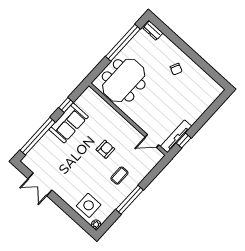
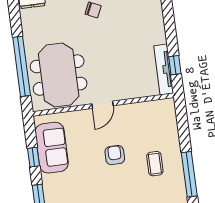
window: (123, 43) -> (22, 66), moved
sofa: (69, 123) -> (52, 148), moved
door: (152, 141) -> (102, 105), moved

